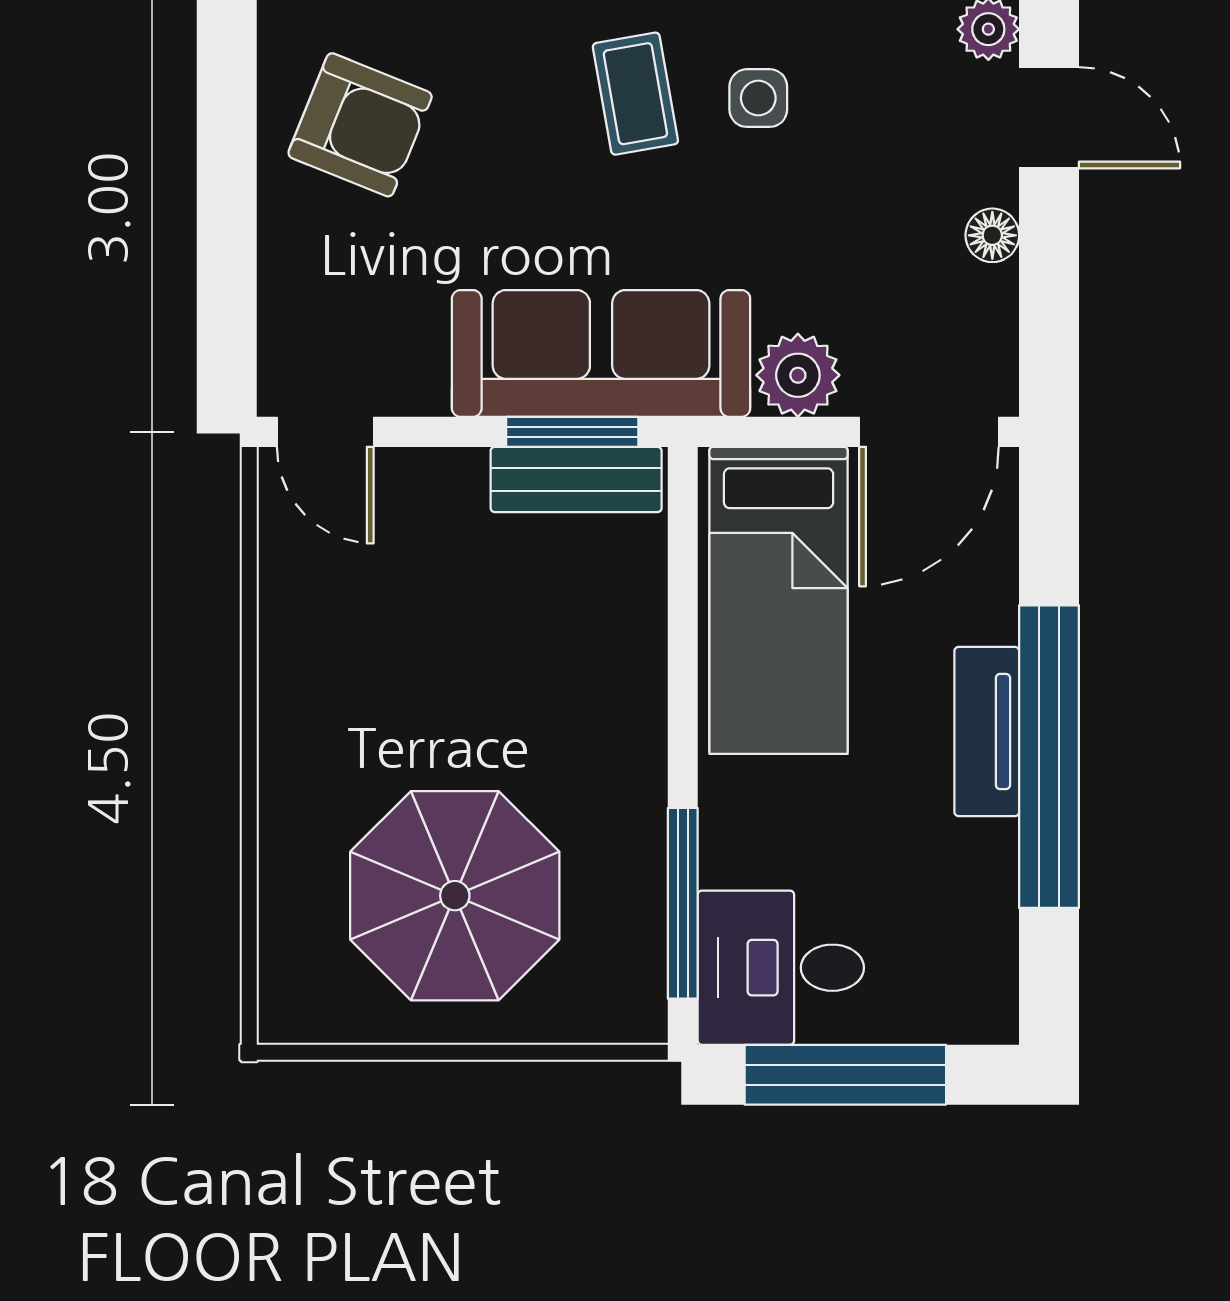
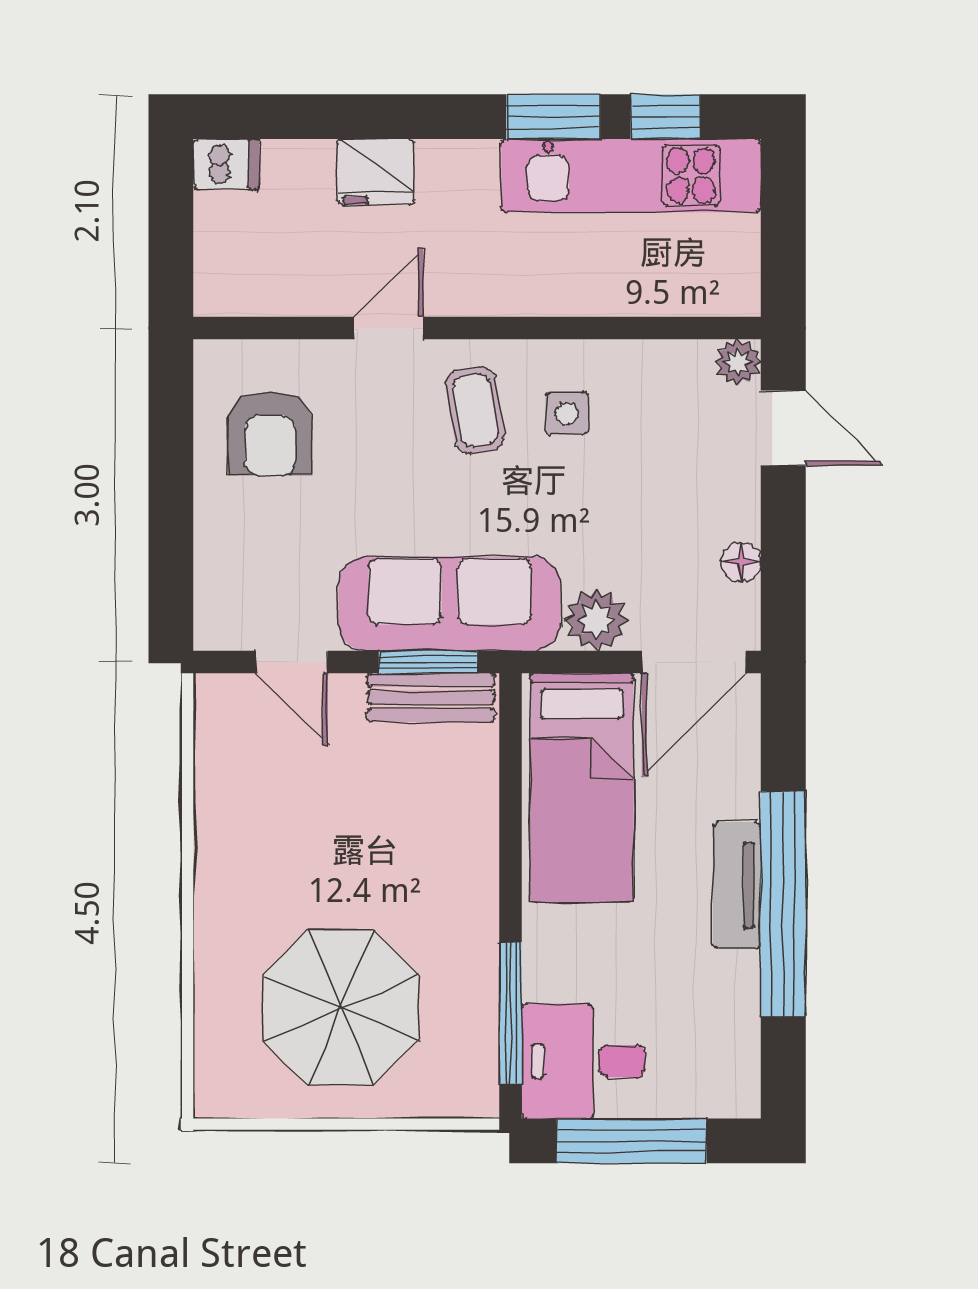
armchair: (360, 125) -> (270, 433), turned 68
floor lamp: (992, 235) -> (741, 562), moved
door: (325, 432) -> (292, 662), moved

